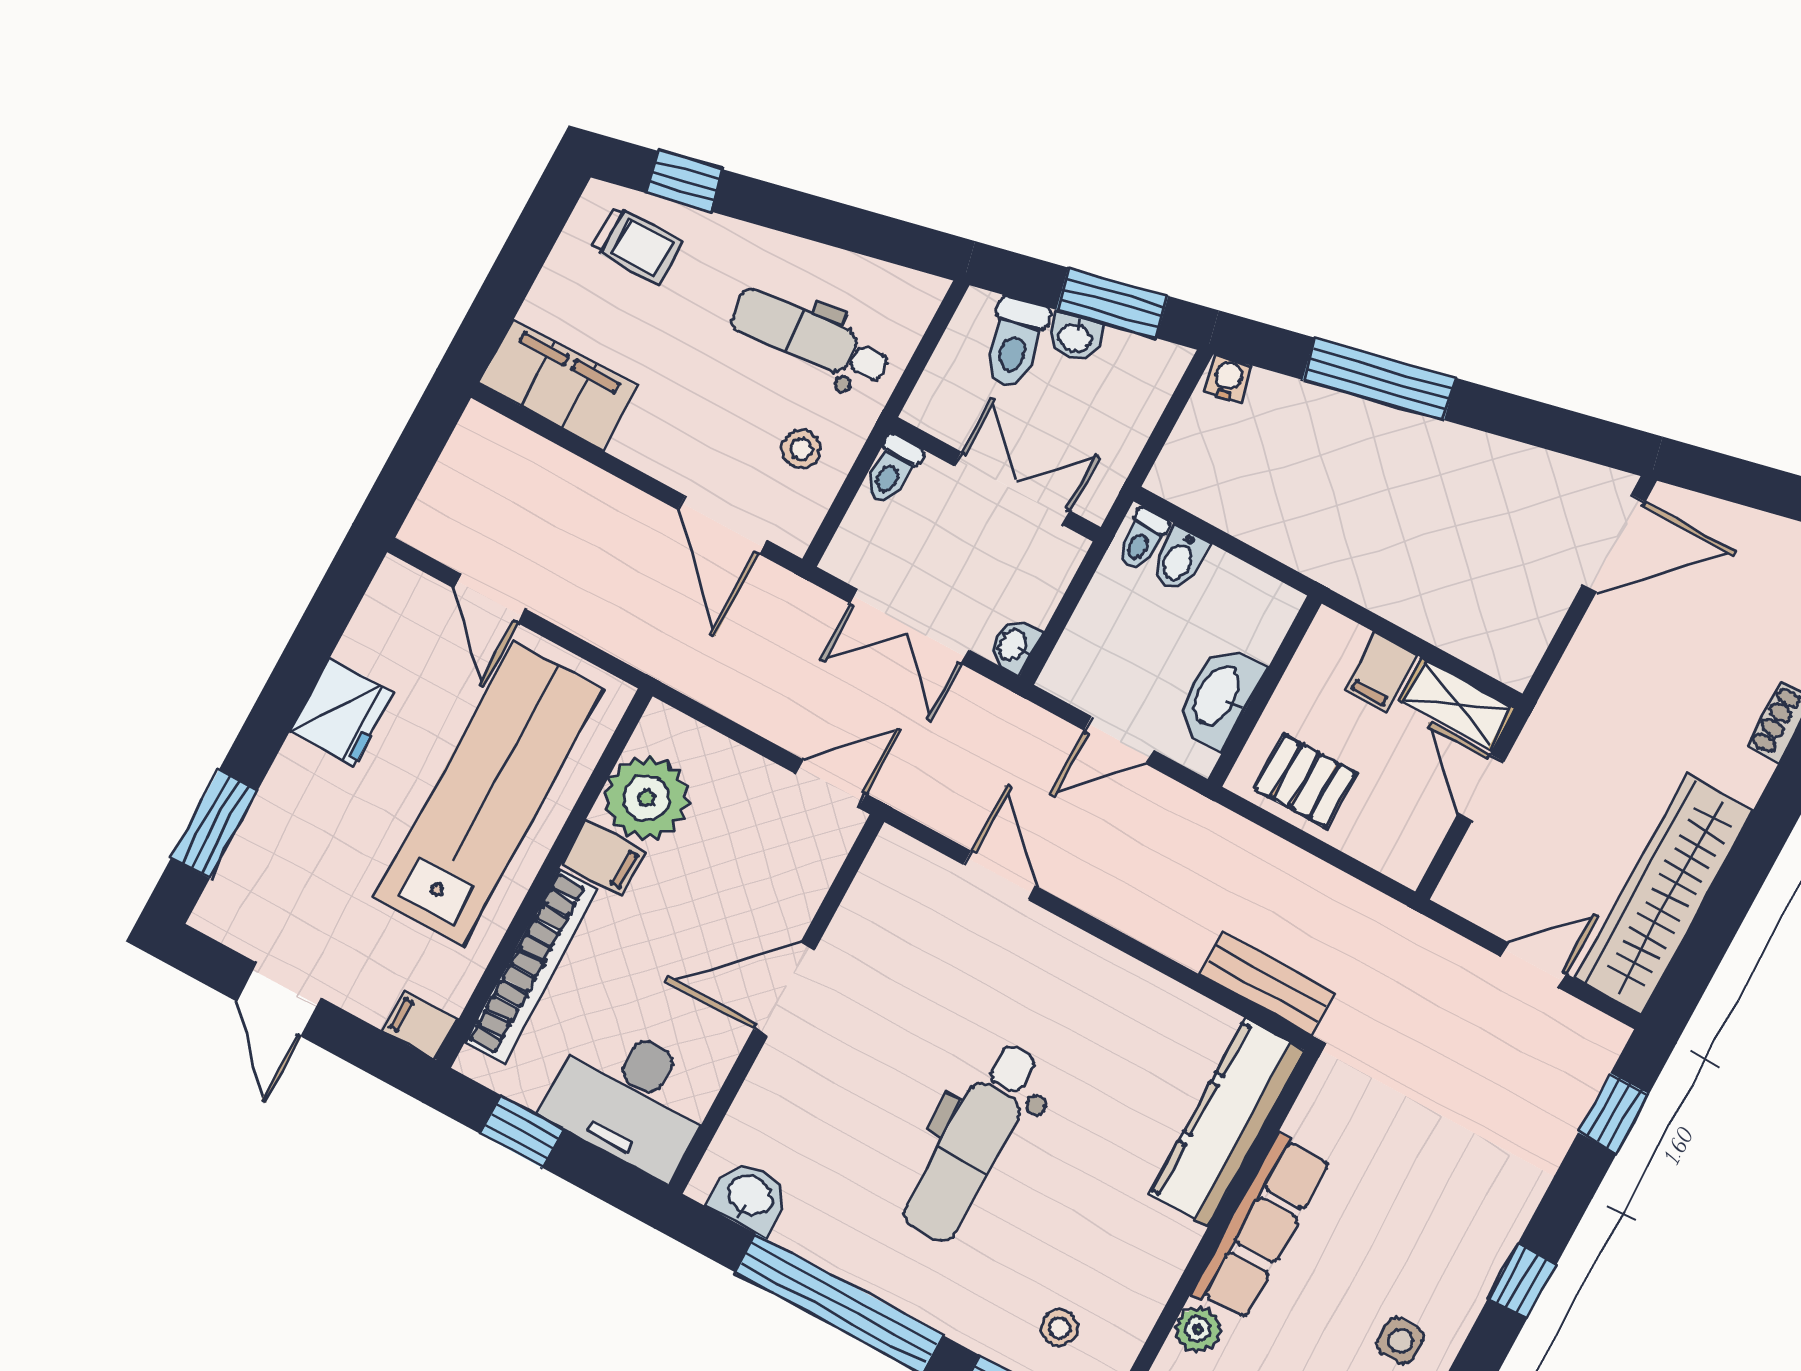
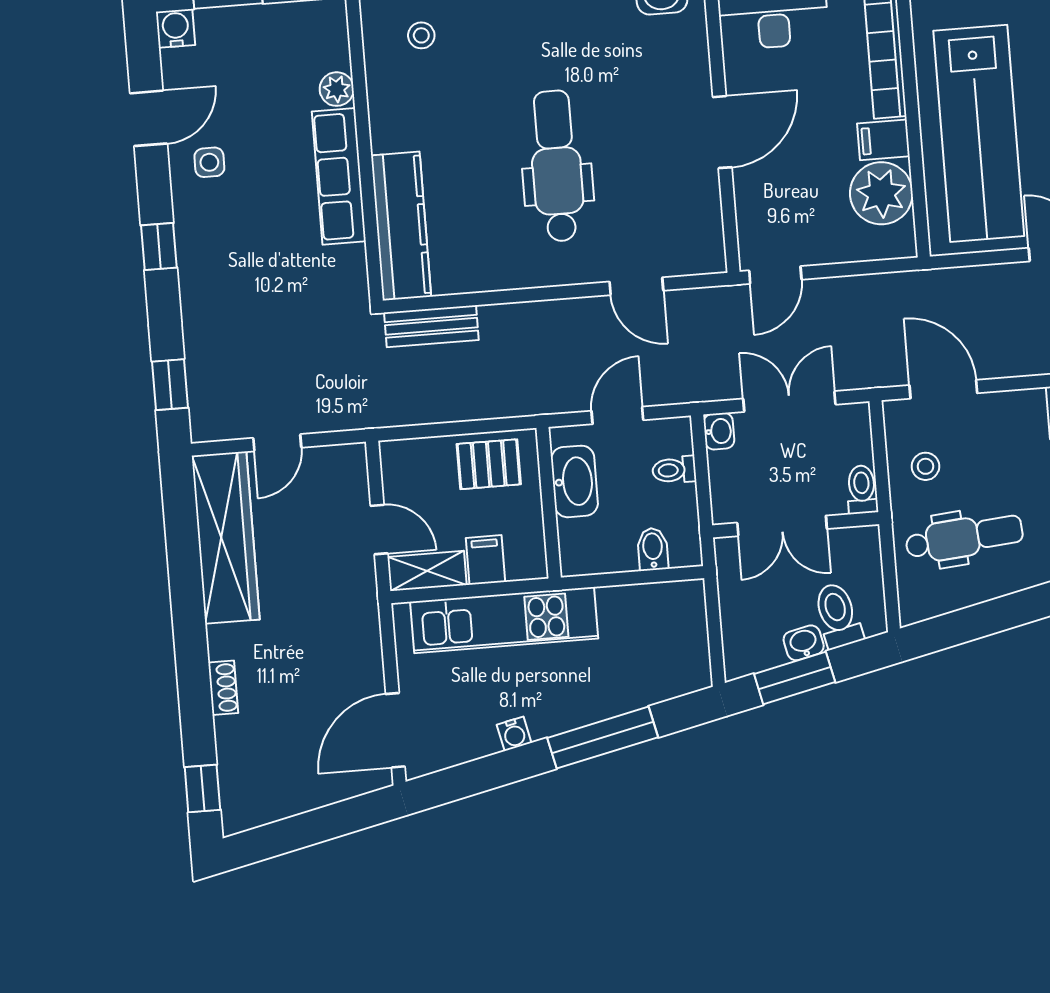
water cooler: (1228, 379) -> (514, 734), moved
toilet: (1142, 539) -> (674, 470), moved, turned -90
kitchen unit: (1405, 589) -> (504, 620), added
dental chair: (973, 1142) -> (557, 166), moved

